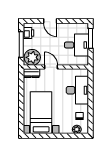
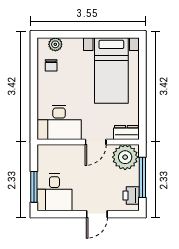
door: (50, 21) -> (97, 214), swing flipped
desk: (76, 45) -> (54, 192), moved, turned -90
door: (51, 67) -> (96, 142), hinge flipped
desk: (77, 90) -> (59, 122), moved, turned -90

